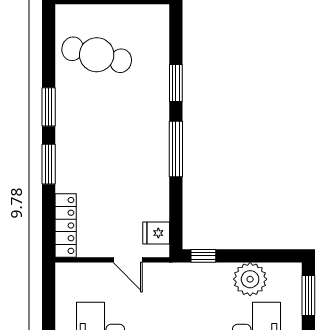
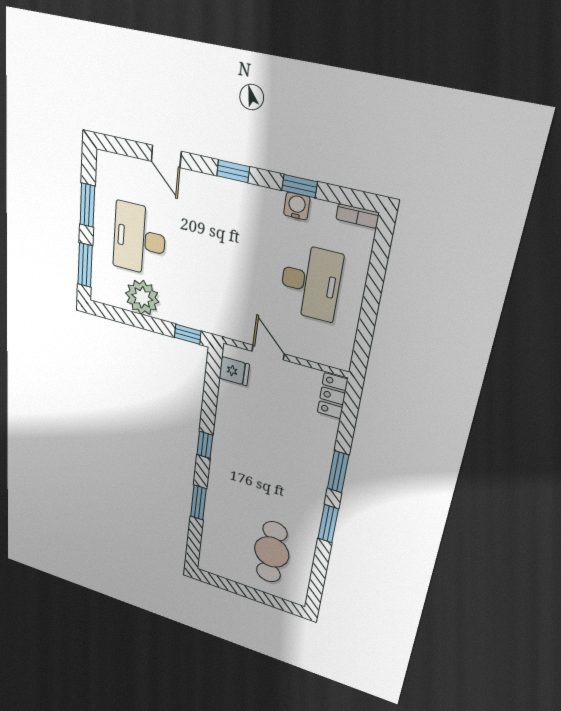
cafe table: (97, 55) -> (272, 552), turned 76
window: (176, 149) -> (205, 445), width x0.46
locker: (66, 225) -> (333, 396), width x0.66

